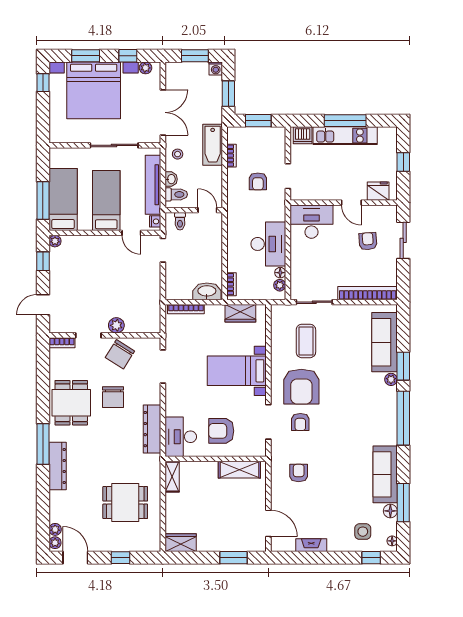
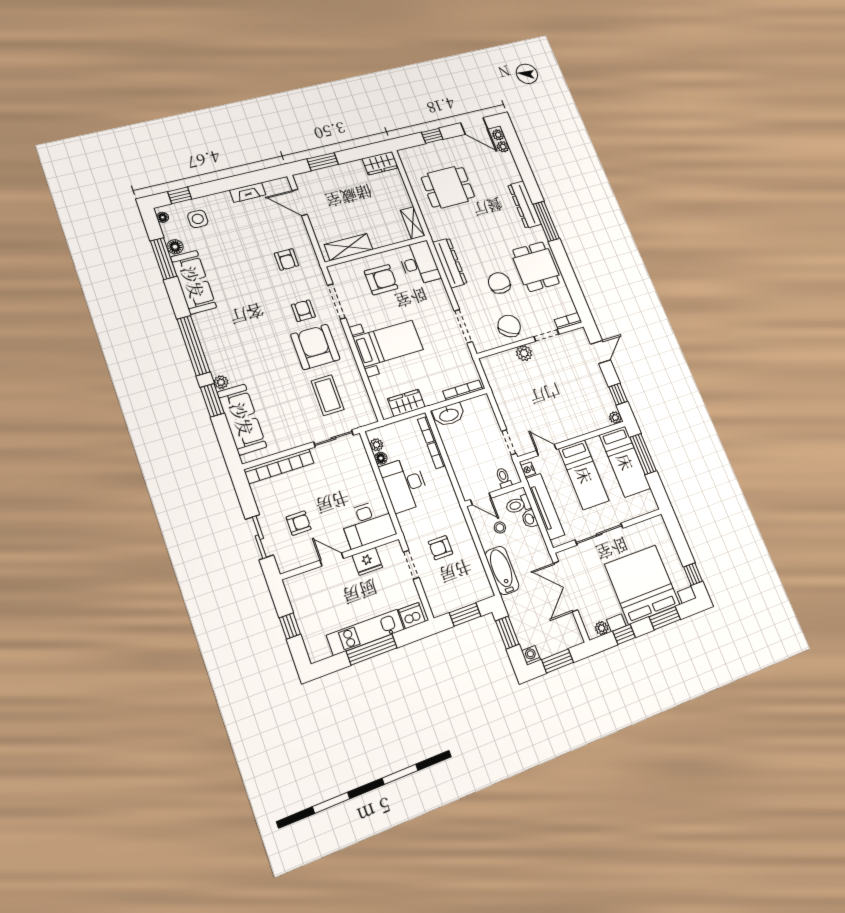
stool: (178, 154) -> (500, 528), moved
bookcase: (232, 156) -> (436, 455), moved
armchair: (258, 181) -> (440, 548), turned -90
fridge: (378, 191) -> (367, 561), moved
armchair: (368, 241) -> (299, 523), turned -86

